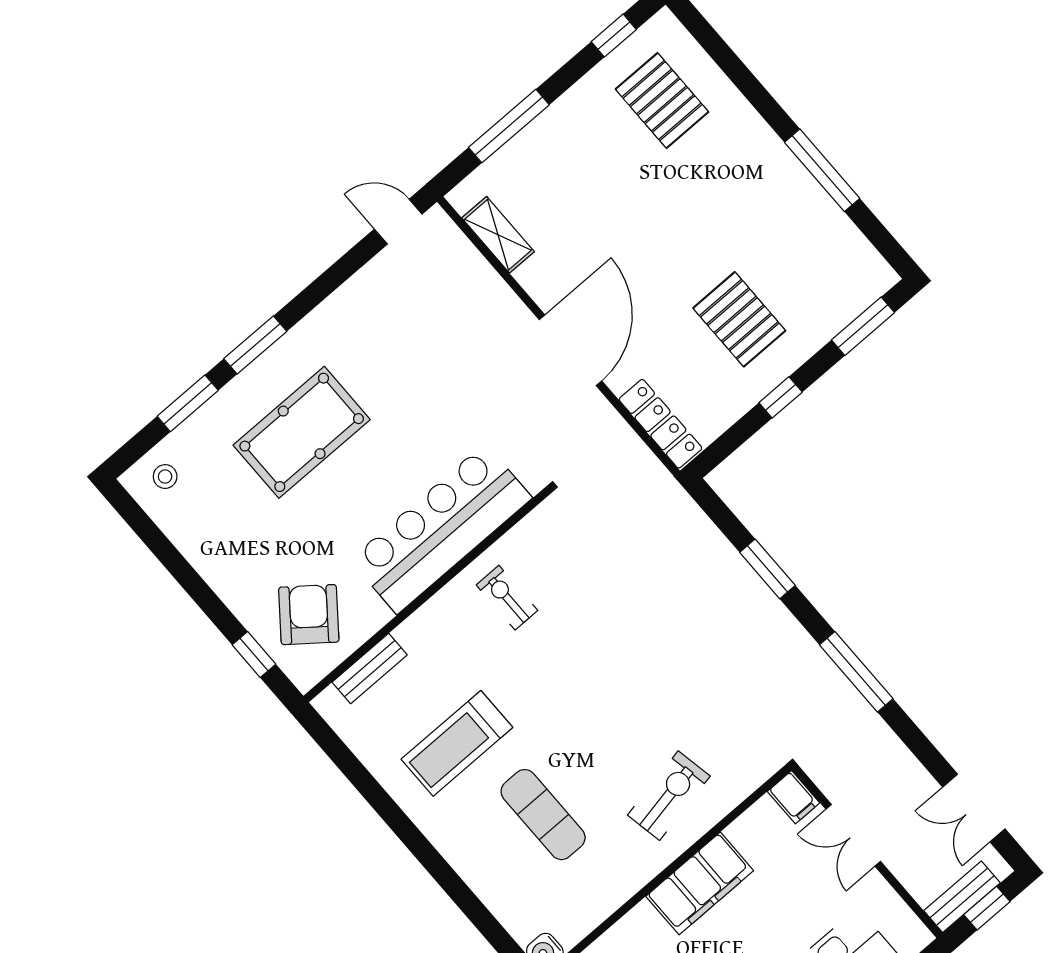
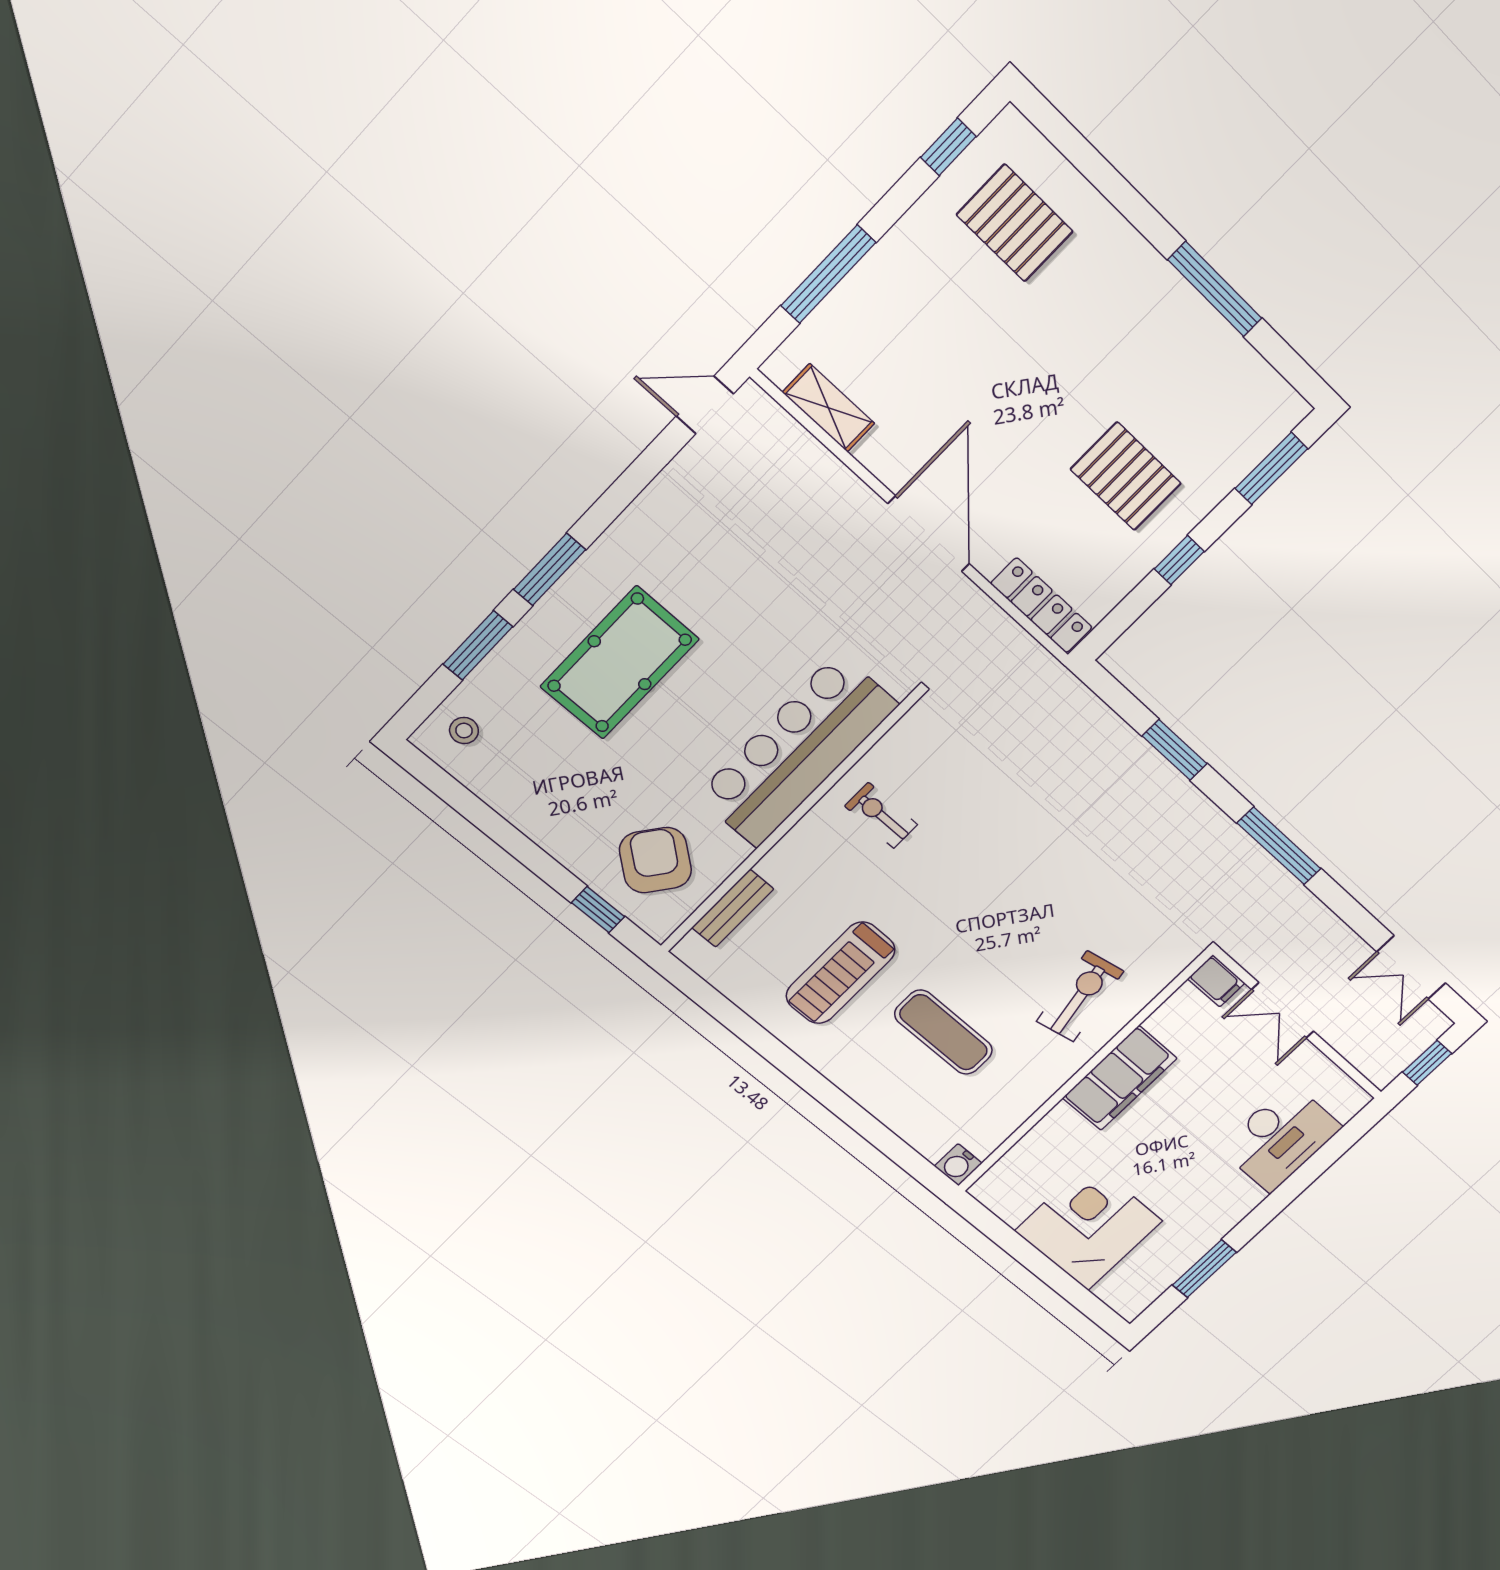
bench: (962, 897) -> (1401, 1055), removed

